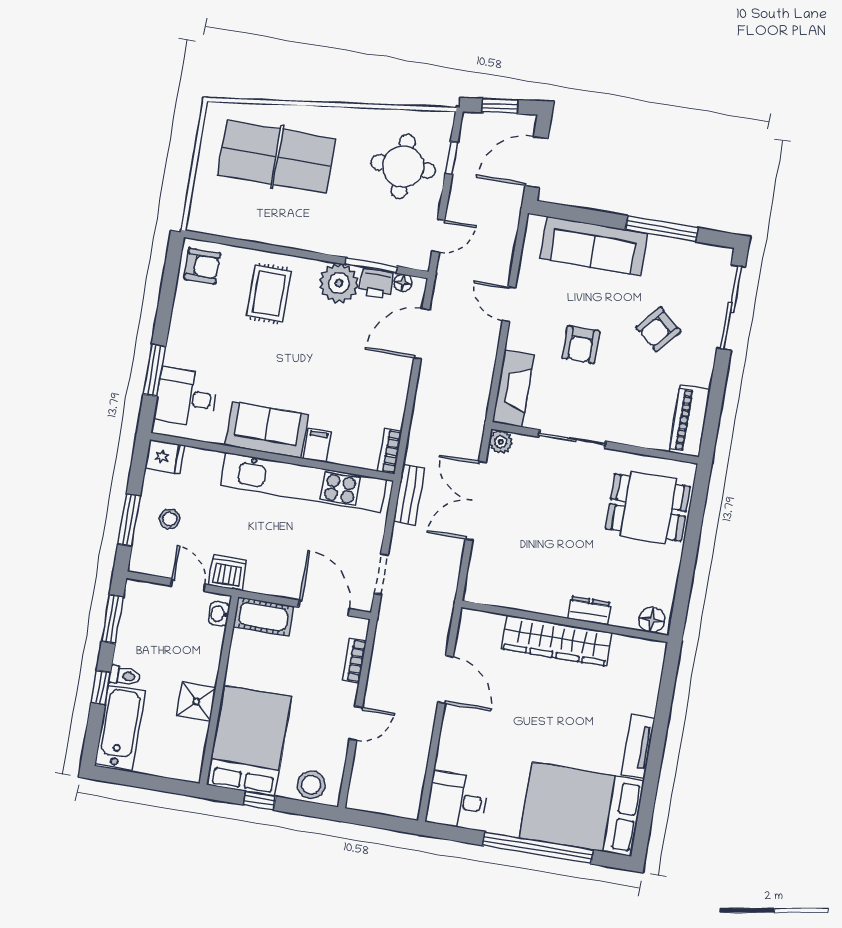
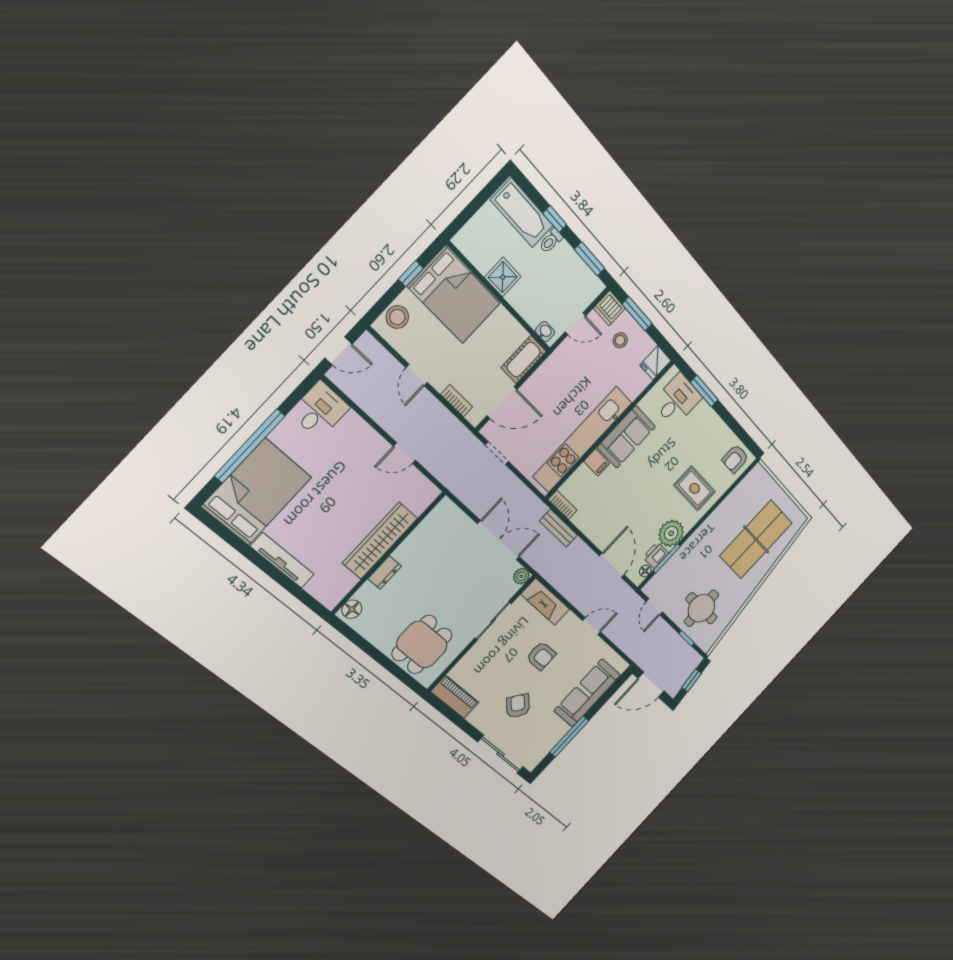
door: (537, 162) -> (651, 685), swing flipped
armchair: (581, 345) -> (541, 656), turned 180
bench: (409, 495) -> (558, 528), moved
dishwasher: (228, 573) -> (609, 308), moved, turned 90
door: (445, 679) -> (404, 453), width x0.73
tv unit: (638, 746) -> (282, 560), width x1.41
door: (385, 822) -> (339, 351), added

